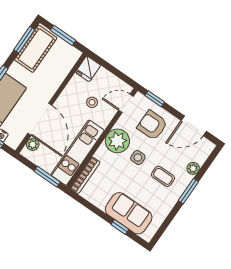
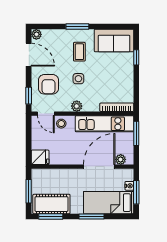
stool: (92, 102) -> (61, 124), moved
plant: (117, 141) -> (77, 106), width x0.53, depth x0.53
plant: (193, 168) -> (36, 34), moved
sofa: (129, 213) -> (114, 40), moved, turned -90

